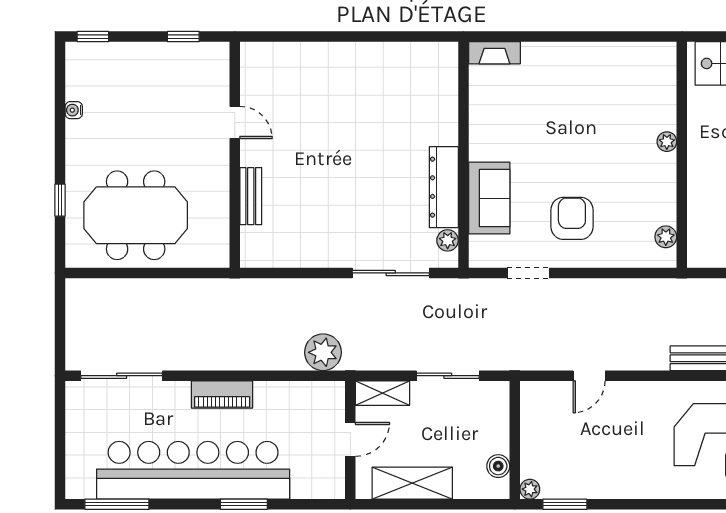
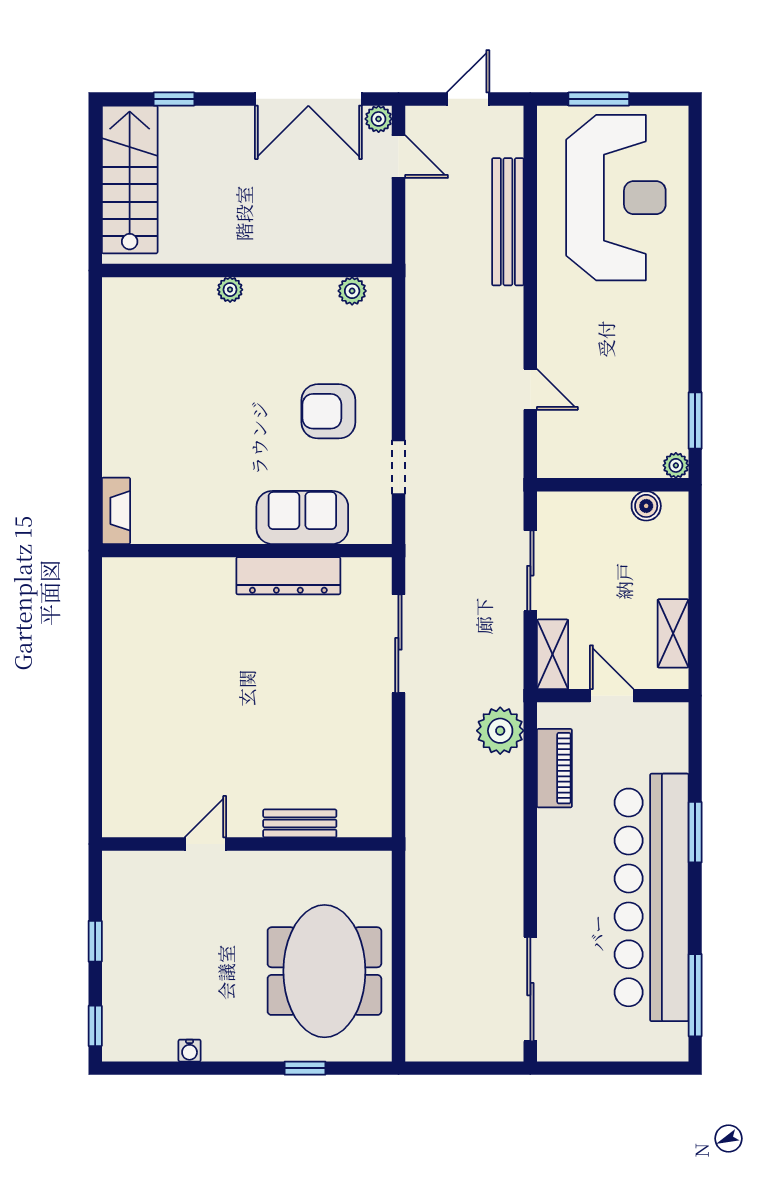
window: (183, 37) -> (95, 941), moved
plant: (448, 240) -> (357, 571), removed
piano: (222, 395) -> (554, 768), moved
shelving: (412, 483) -> (673, 633), width x0.67, depth x0.75

